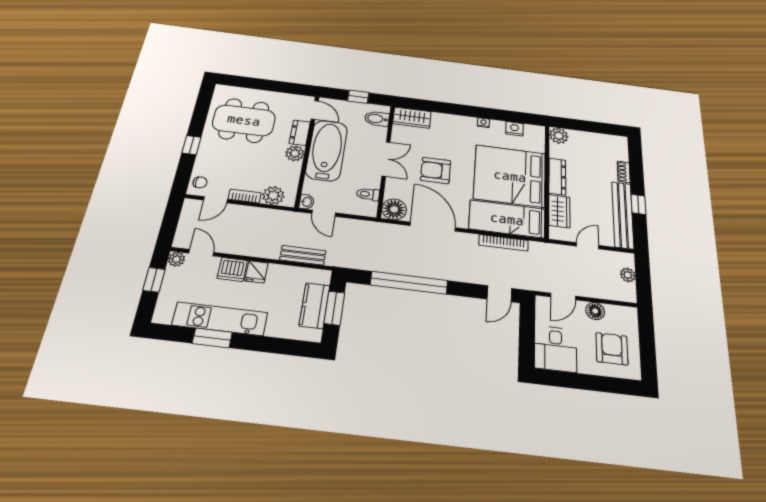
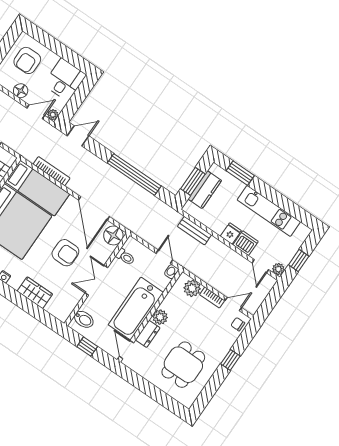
wardrobe: (412, 118) -> (35, 293), moved
dining table: (244, 120) -> (183, 365), width x0.73
plant: (542, 303) -> (53, 115), added
window: (212, 338) -> (240, 173), moved

